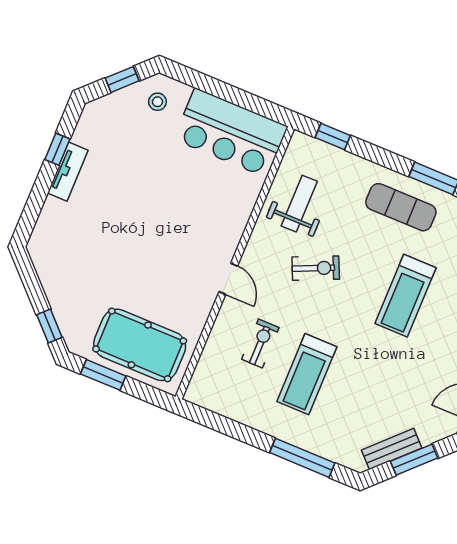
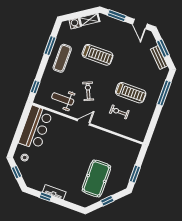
door: (228, 279) -> (83, 122), moved
window: (49, 326) -> (107, 201), moved
pool table: (140, 345) -> (96, 178), moved

